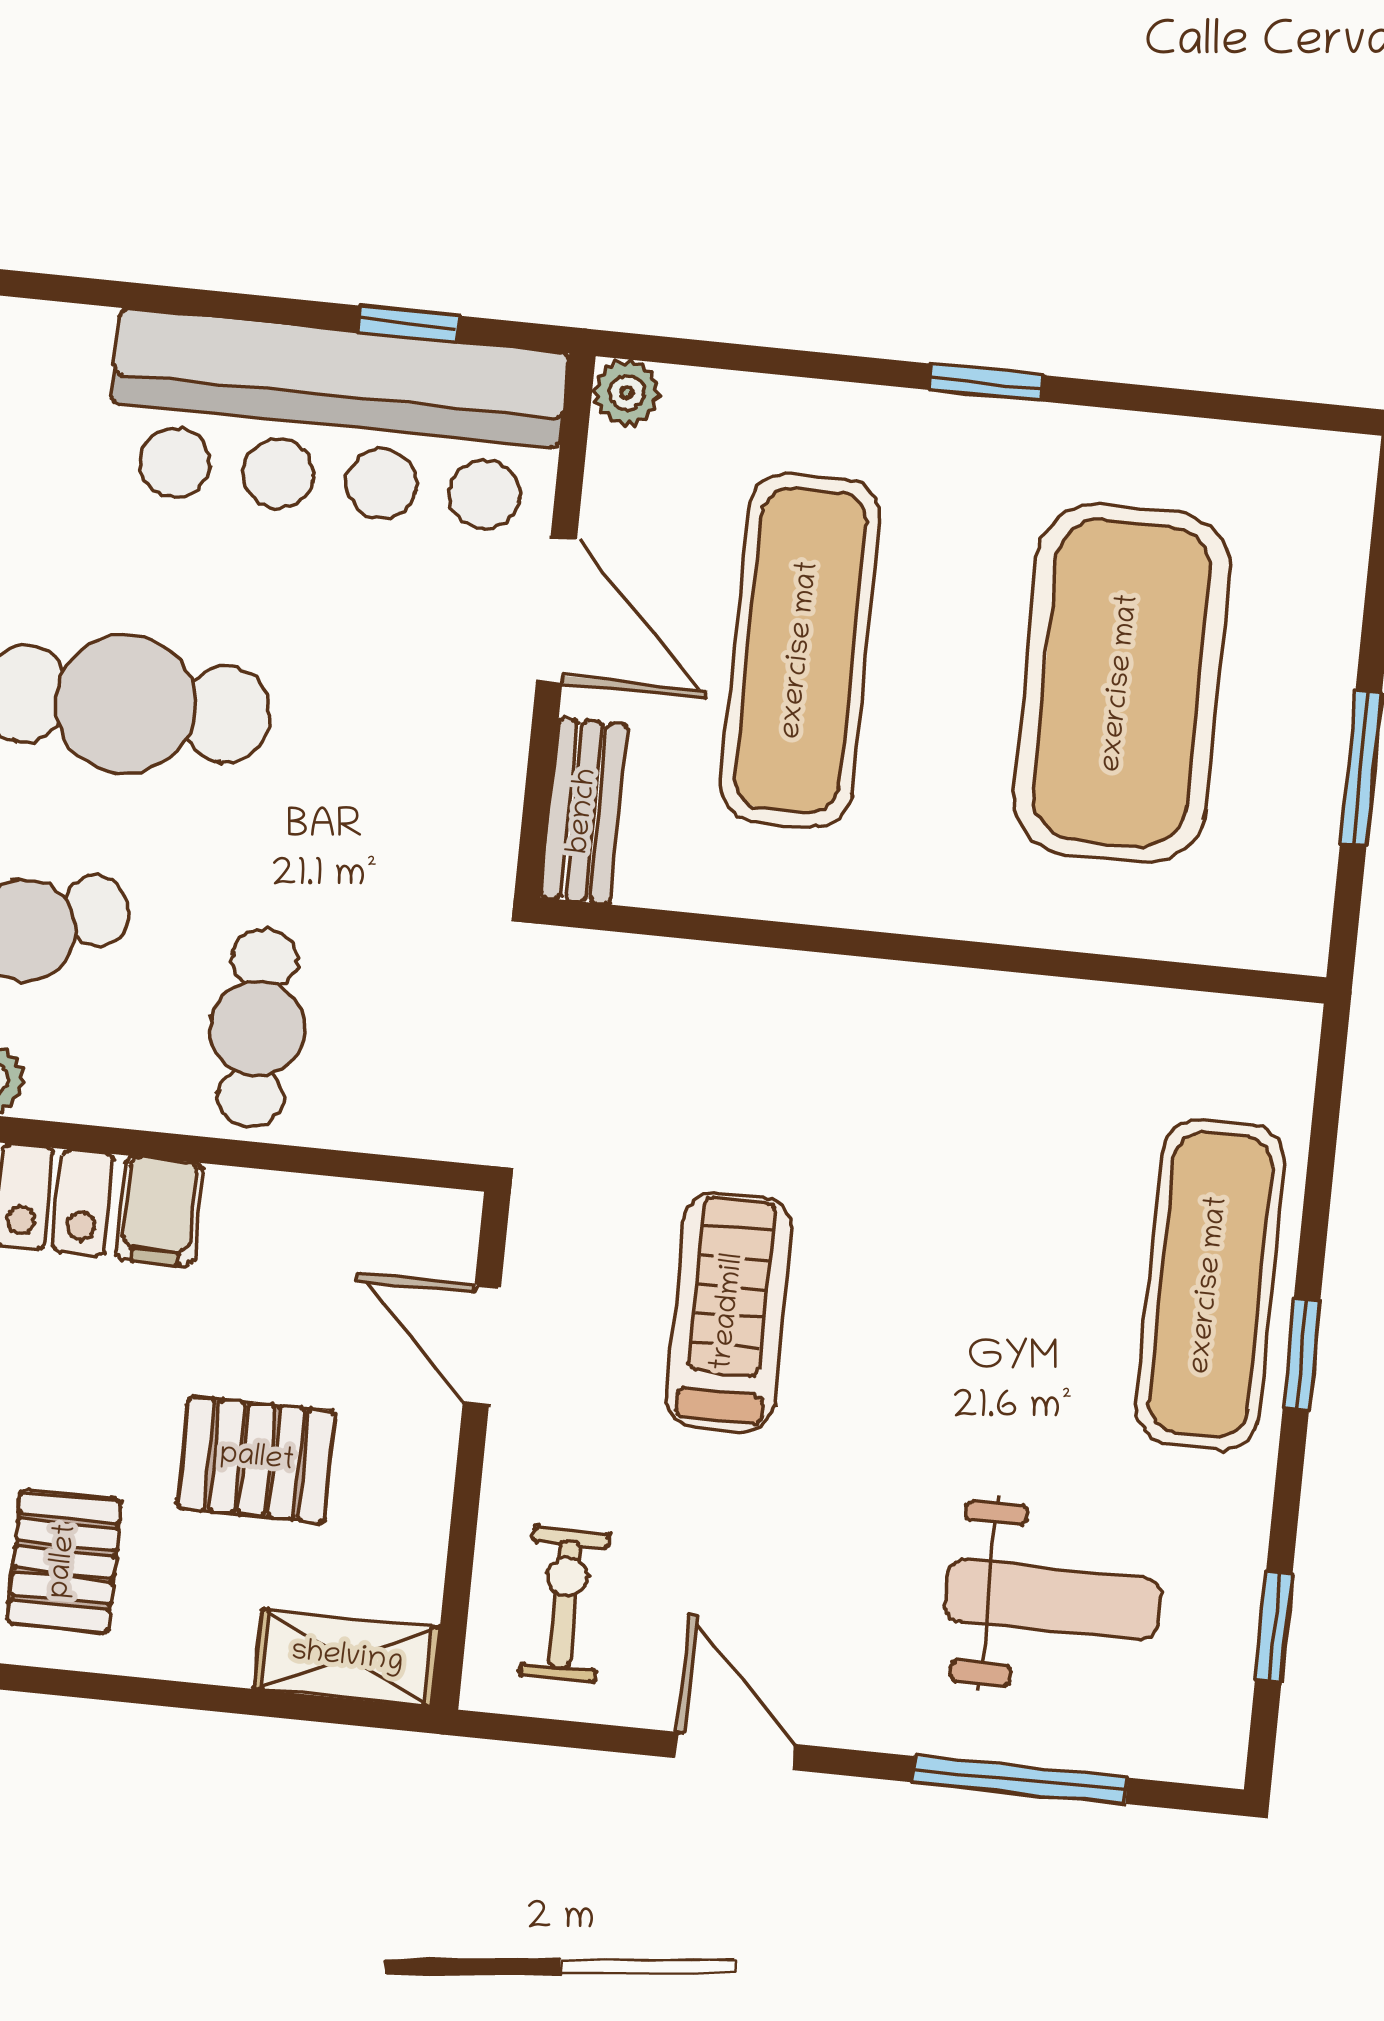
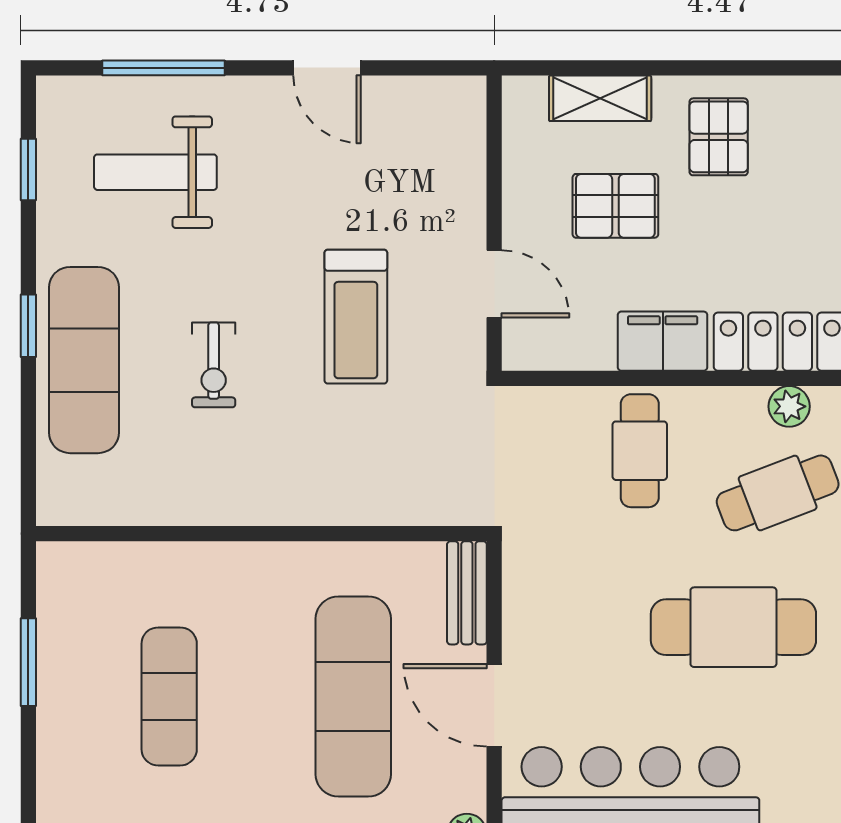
exercise mat: (1121, 683) -> (169, 696), width x0.50, depth x0.69
filing cabinet: (159, 1211) -> (663, 341), width x2.00
exercise bike: (565, 1604) -> (214, 365), moved
shelving: (347, 1658) -> (600, 98), moved

